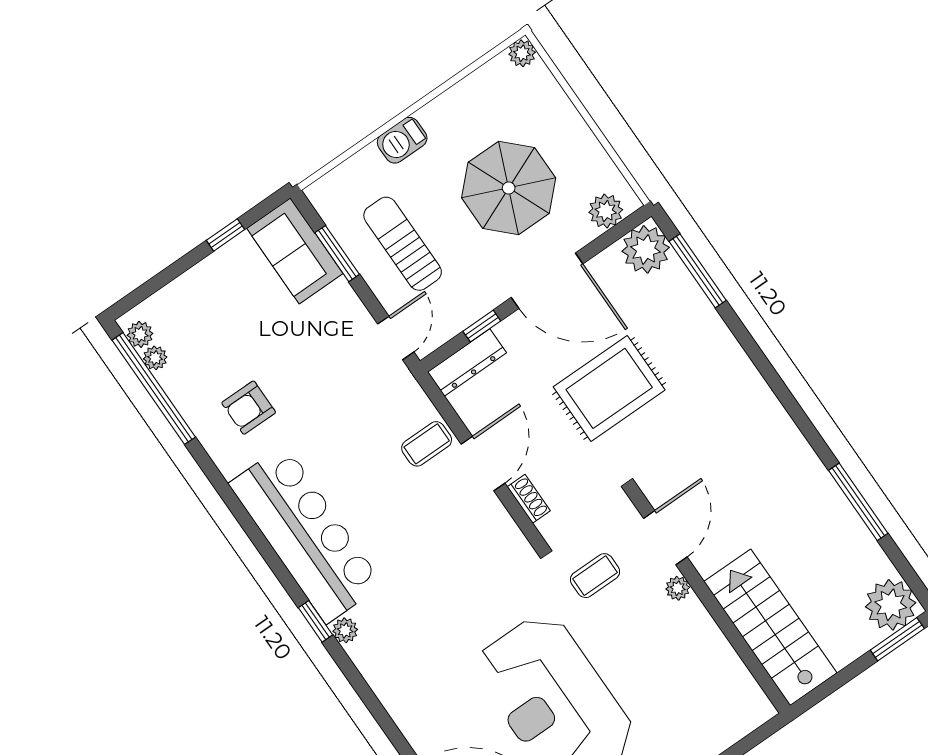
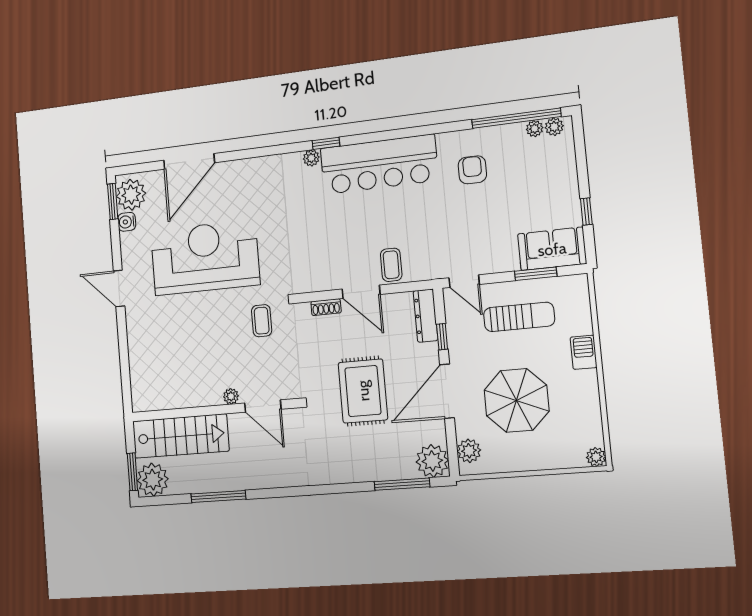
door: (665, 538) -> (263, 406), moved
plant: (678, 588) -> (231, 396), moved
wall: (710, 601) -> (214, 410), moved
stairs: (770, 627) -> (181, 436), moved

